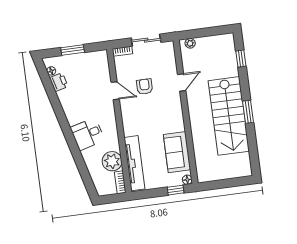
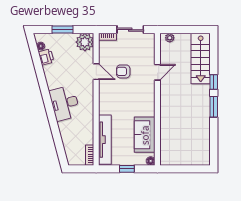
window: (241, 59) -> (214, 82), moved
armchair: (145, 87) -> (123, 71), turned -90
stairs: (229, 116) -> (201, 59), moved, width x0.73, depth x0.66
desk: (87, 134) -> (65, 103), width x1.37
plant: (112, 161) -> (85, 42), moved
window: (176, 190) -> (127, 169), moved

